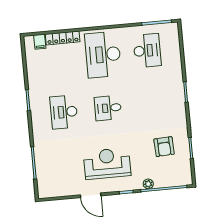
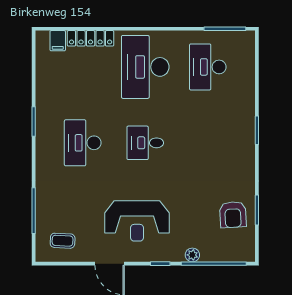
desk: (147, 51) -> (208, 67), turned 180
armchair: (164, 147) -> (233, 215), moved
reception desk: (107, 164) -> (137, 221), turned 180
coffee table: (56, 182) -> (63, 241), added

